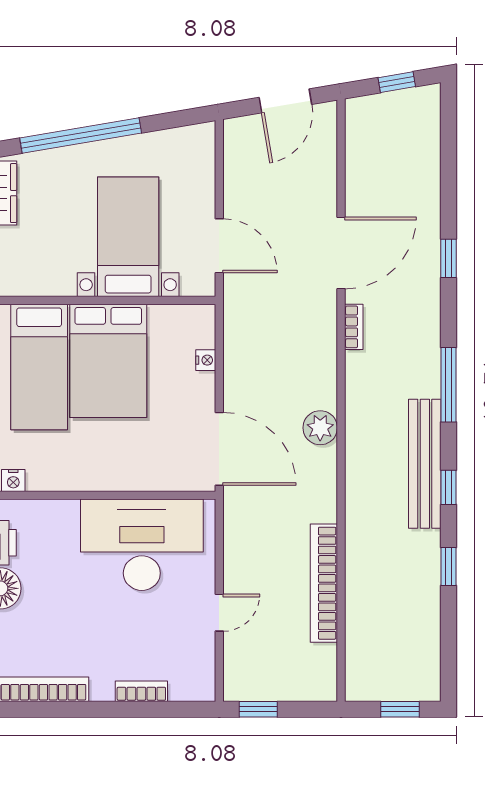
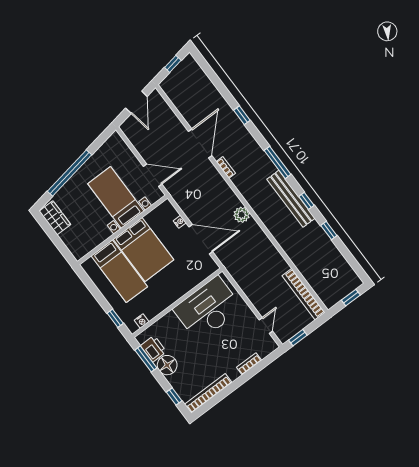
door: (219, 449) -> (201, 239), moved
bookcase: (324, 583) -> (304, 294), moved
door: (219, 613) -> (266, 326), moved

